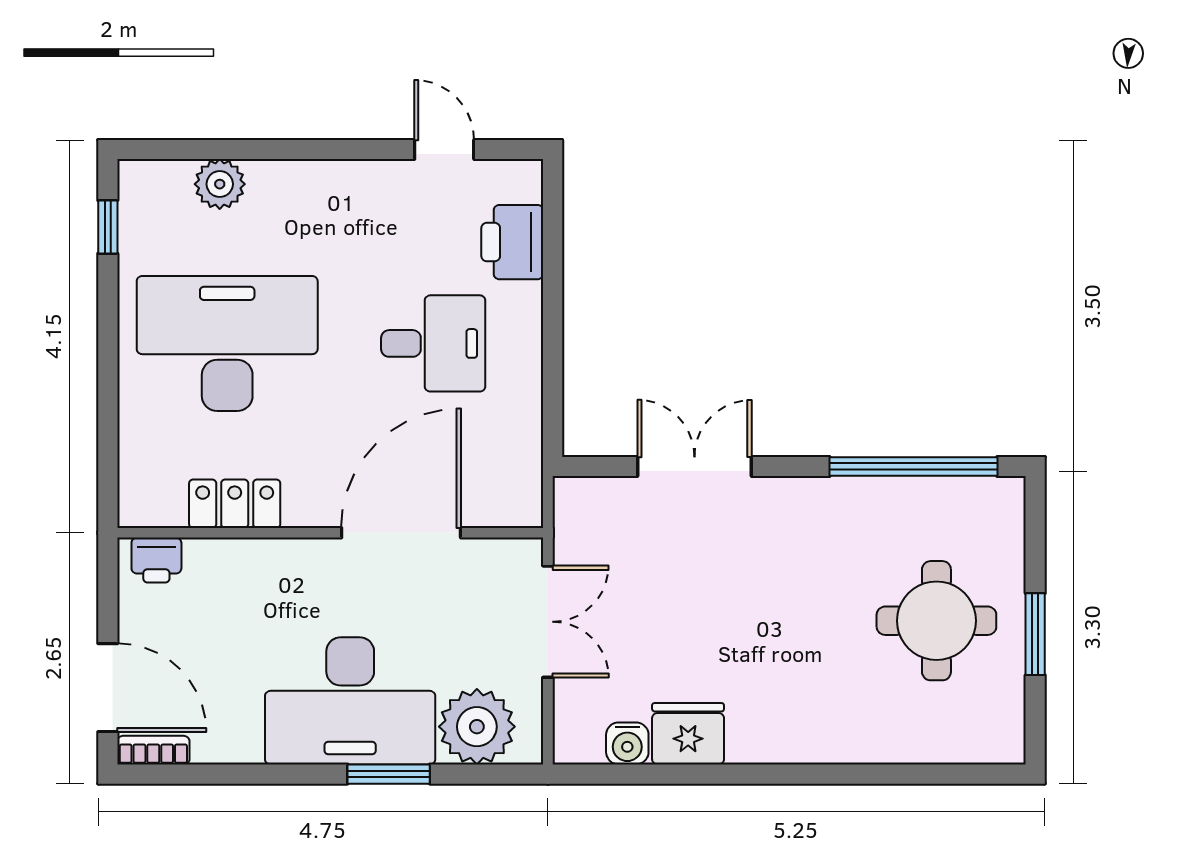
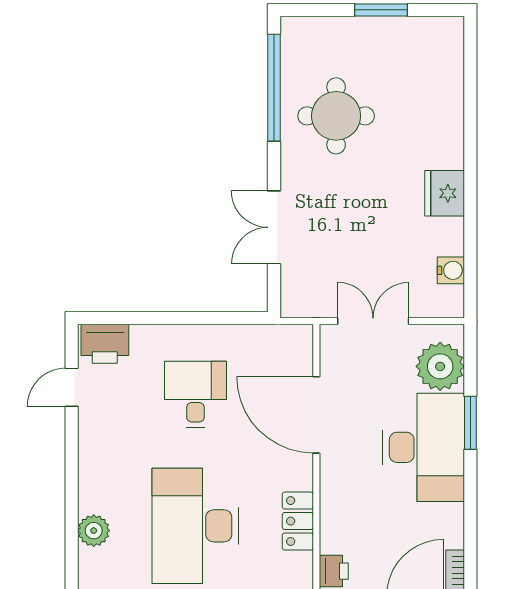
printer: (512, 242) -> (105, 344), moved
round table: (936, 621) -> (336, 116), moved
fridge: (688, 734) -> (445, 193), moved

